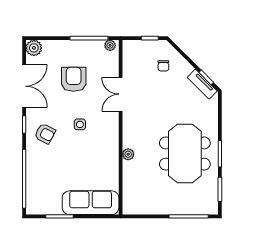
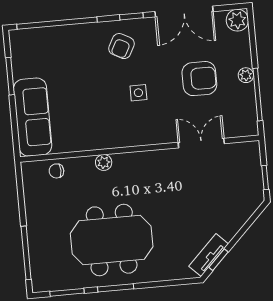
plant: (110, 45) -> (246, 75), moved
chair: (163, 66) -> (56, 171), moved
double door: (121, 94) -> (201, 143), moved

